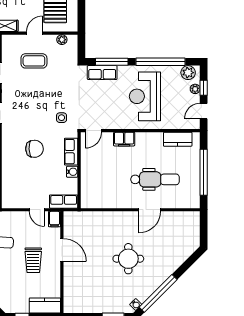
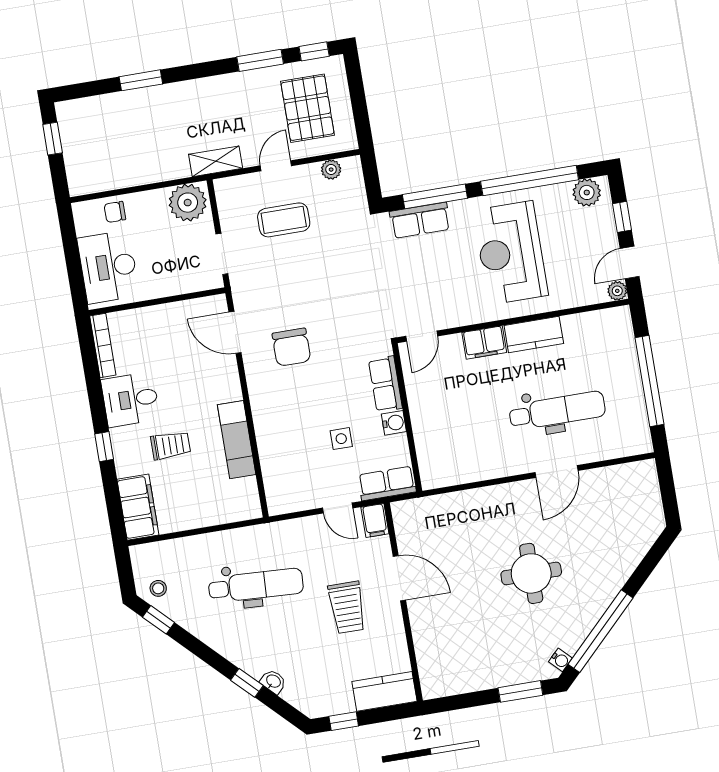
plant: (195, 89) -> (617, 291), moved
side table: (62, 118) -> (341, 439), moved
kitchen counter: (178, 139) -> (534, 334), moved
chair: (34, 149) -> (291, 347), moved, turned 92

